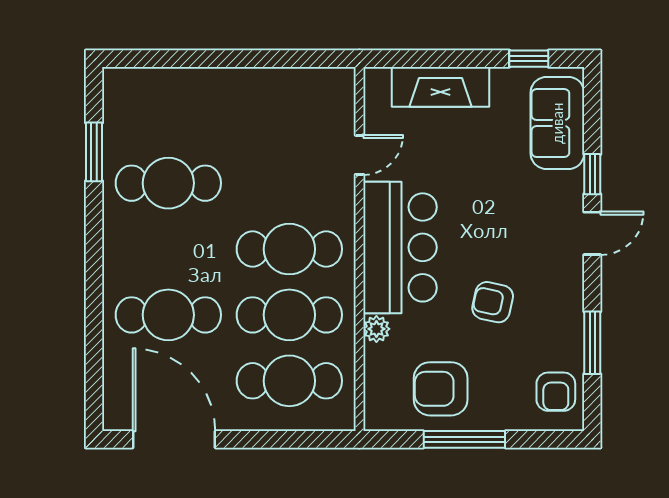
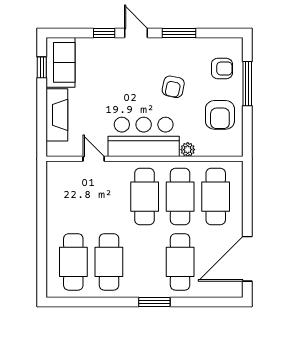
cafe table: (168, 117) -> (73, 262), added
sofa: (557, 123) -> (61, 62), moved, turned -90
window: (94, 152) -> (154, 302), moved
window: (592, 343) -> (179, 33), moved
armchair: (556, 392) -> (222, 68), moved
window: (464, 439) -> (247, 84), moved

